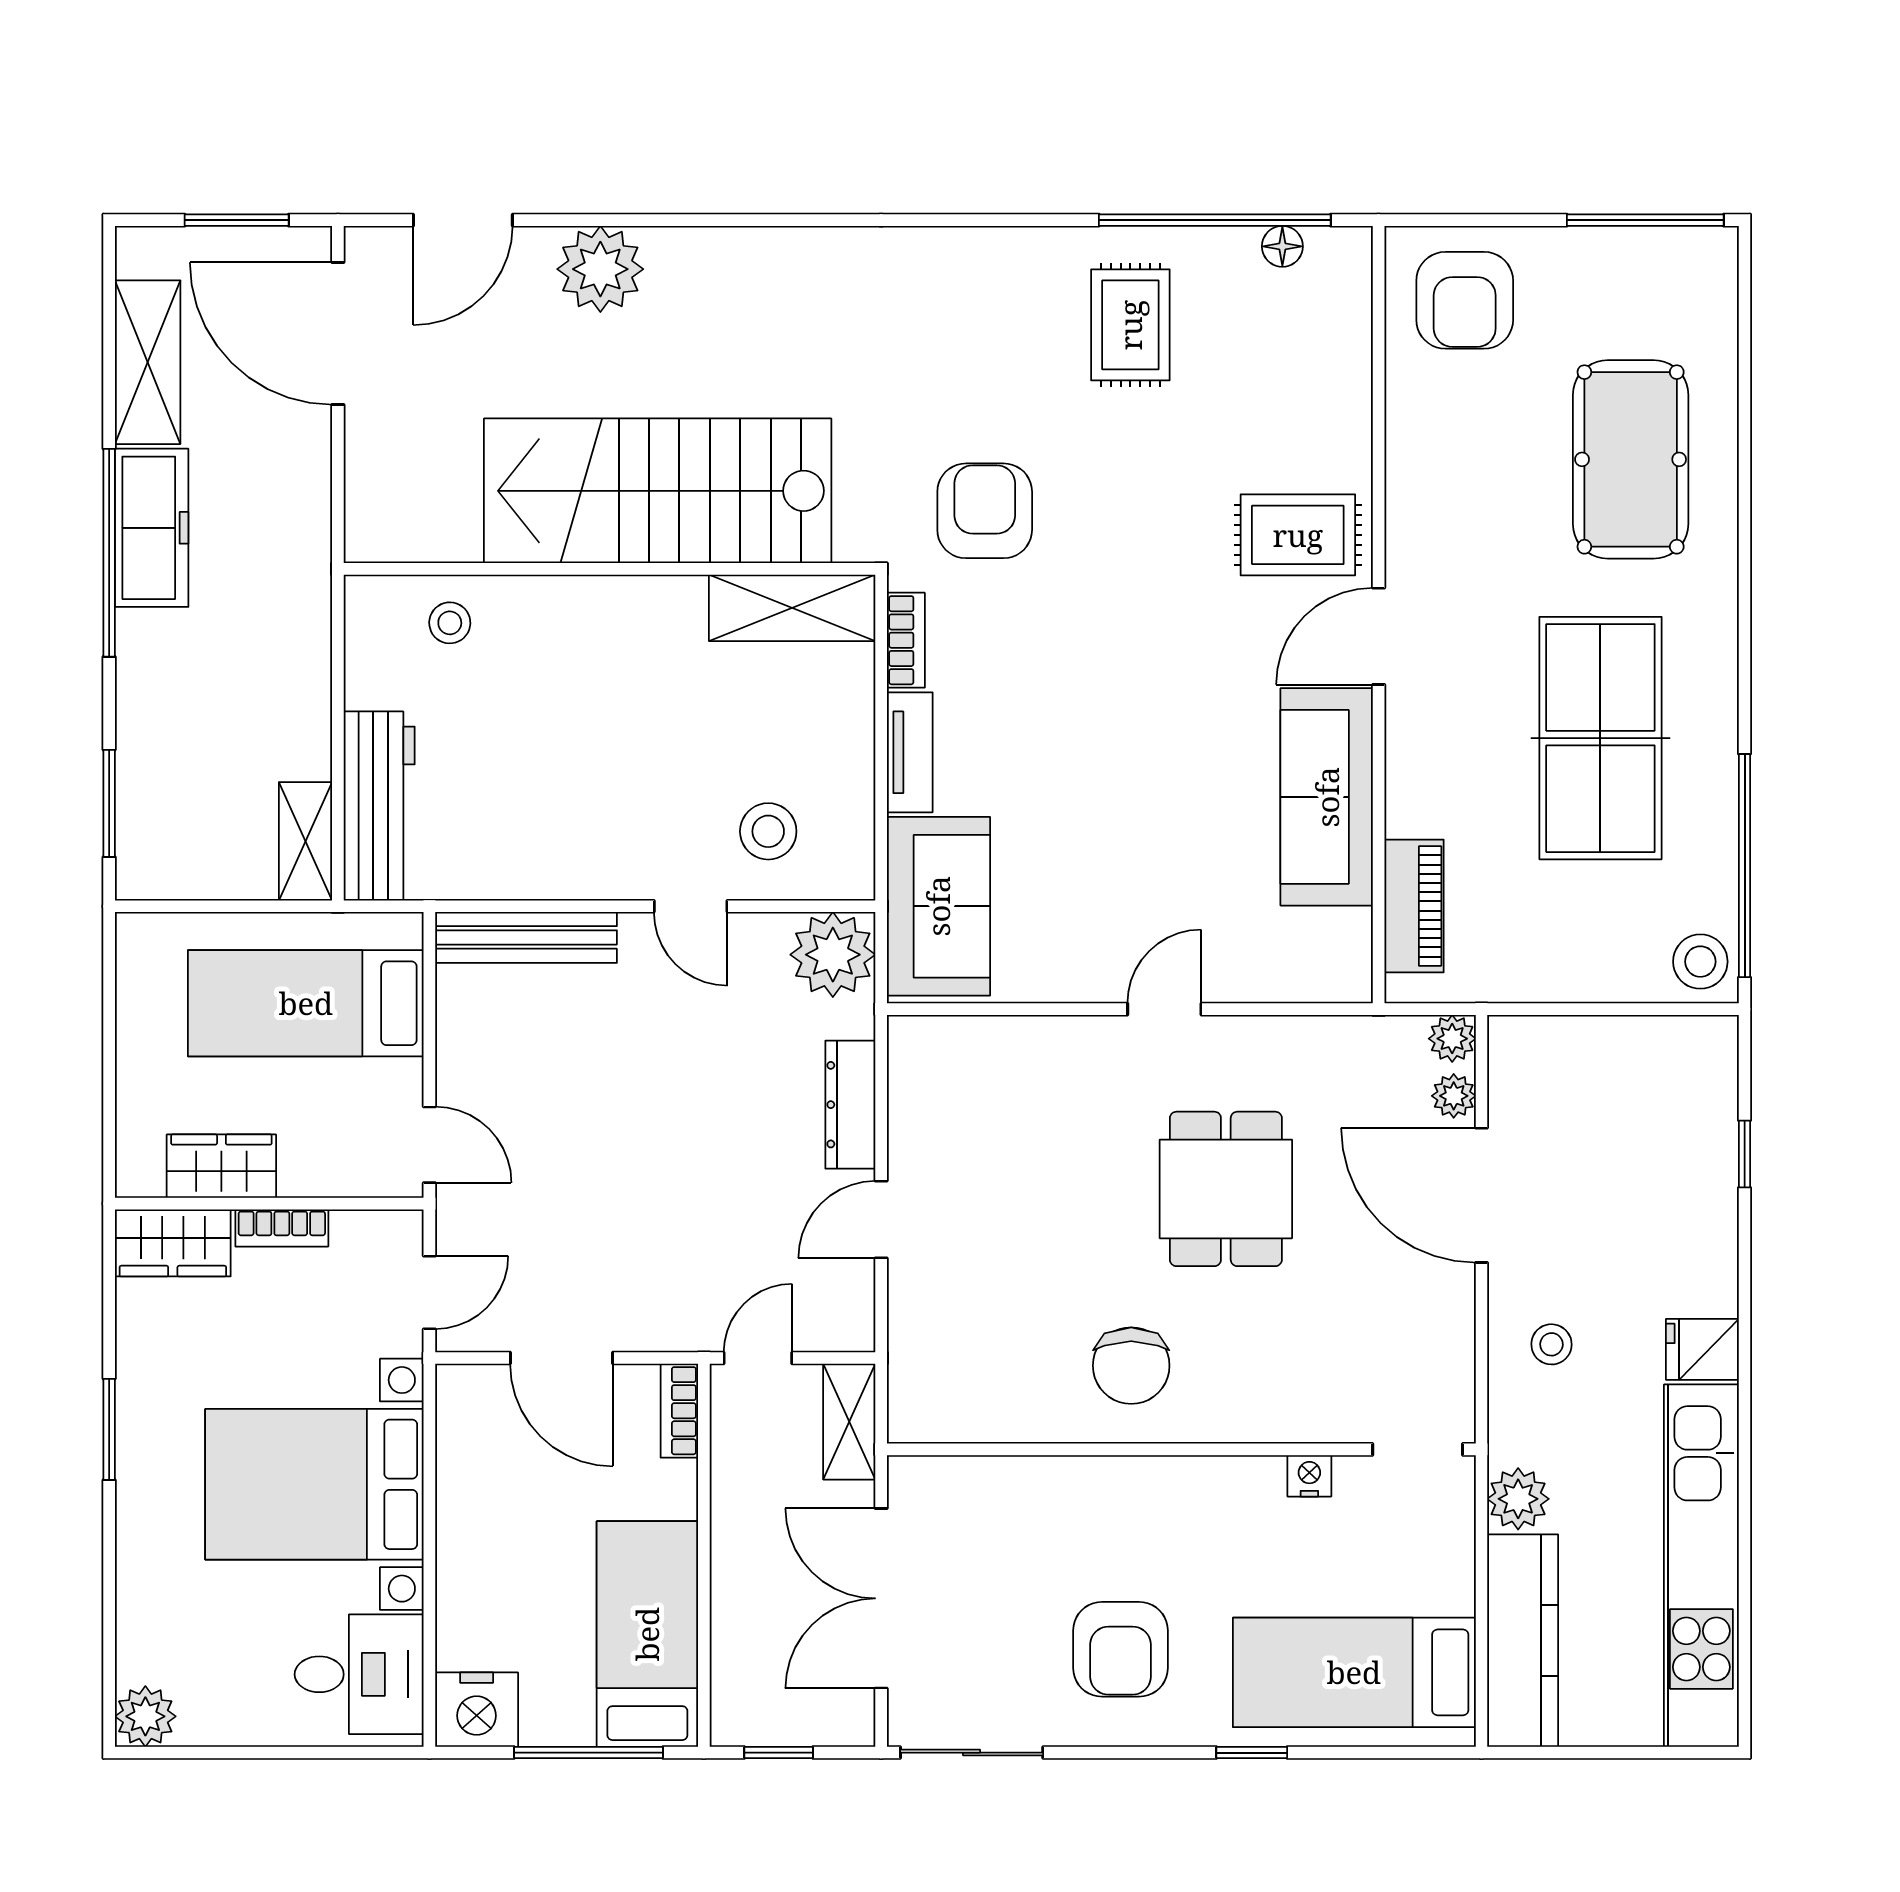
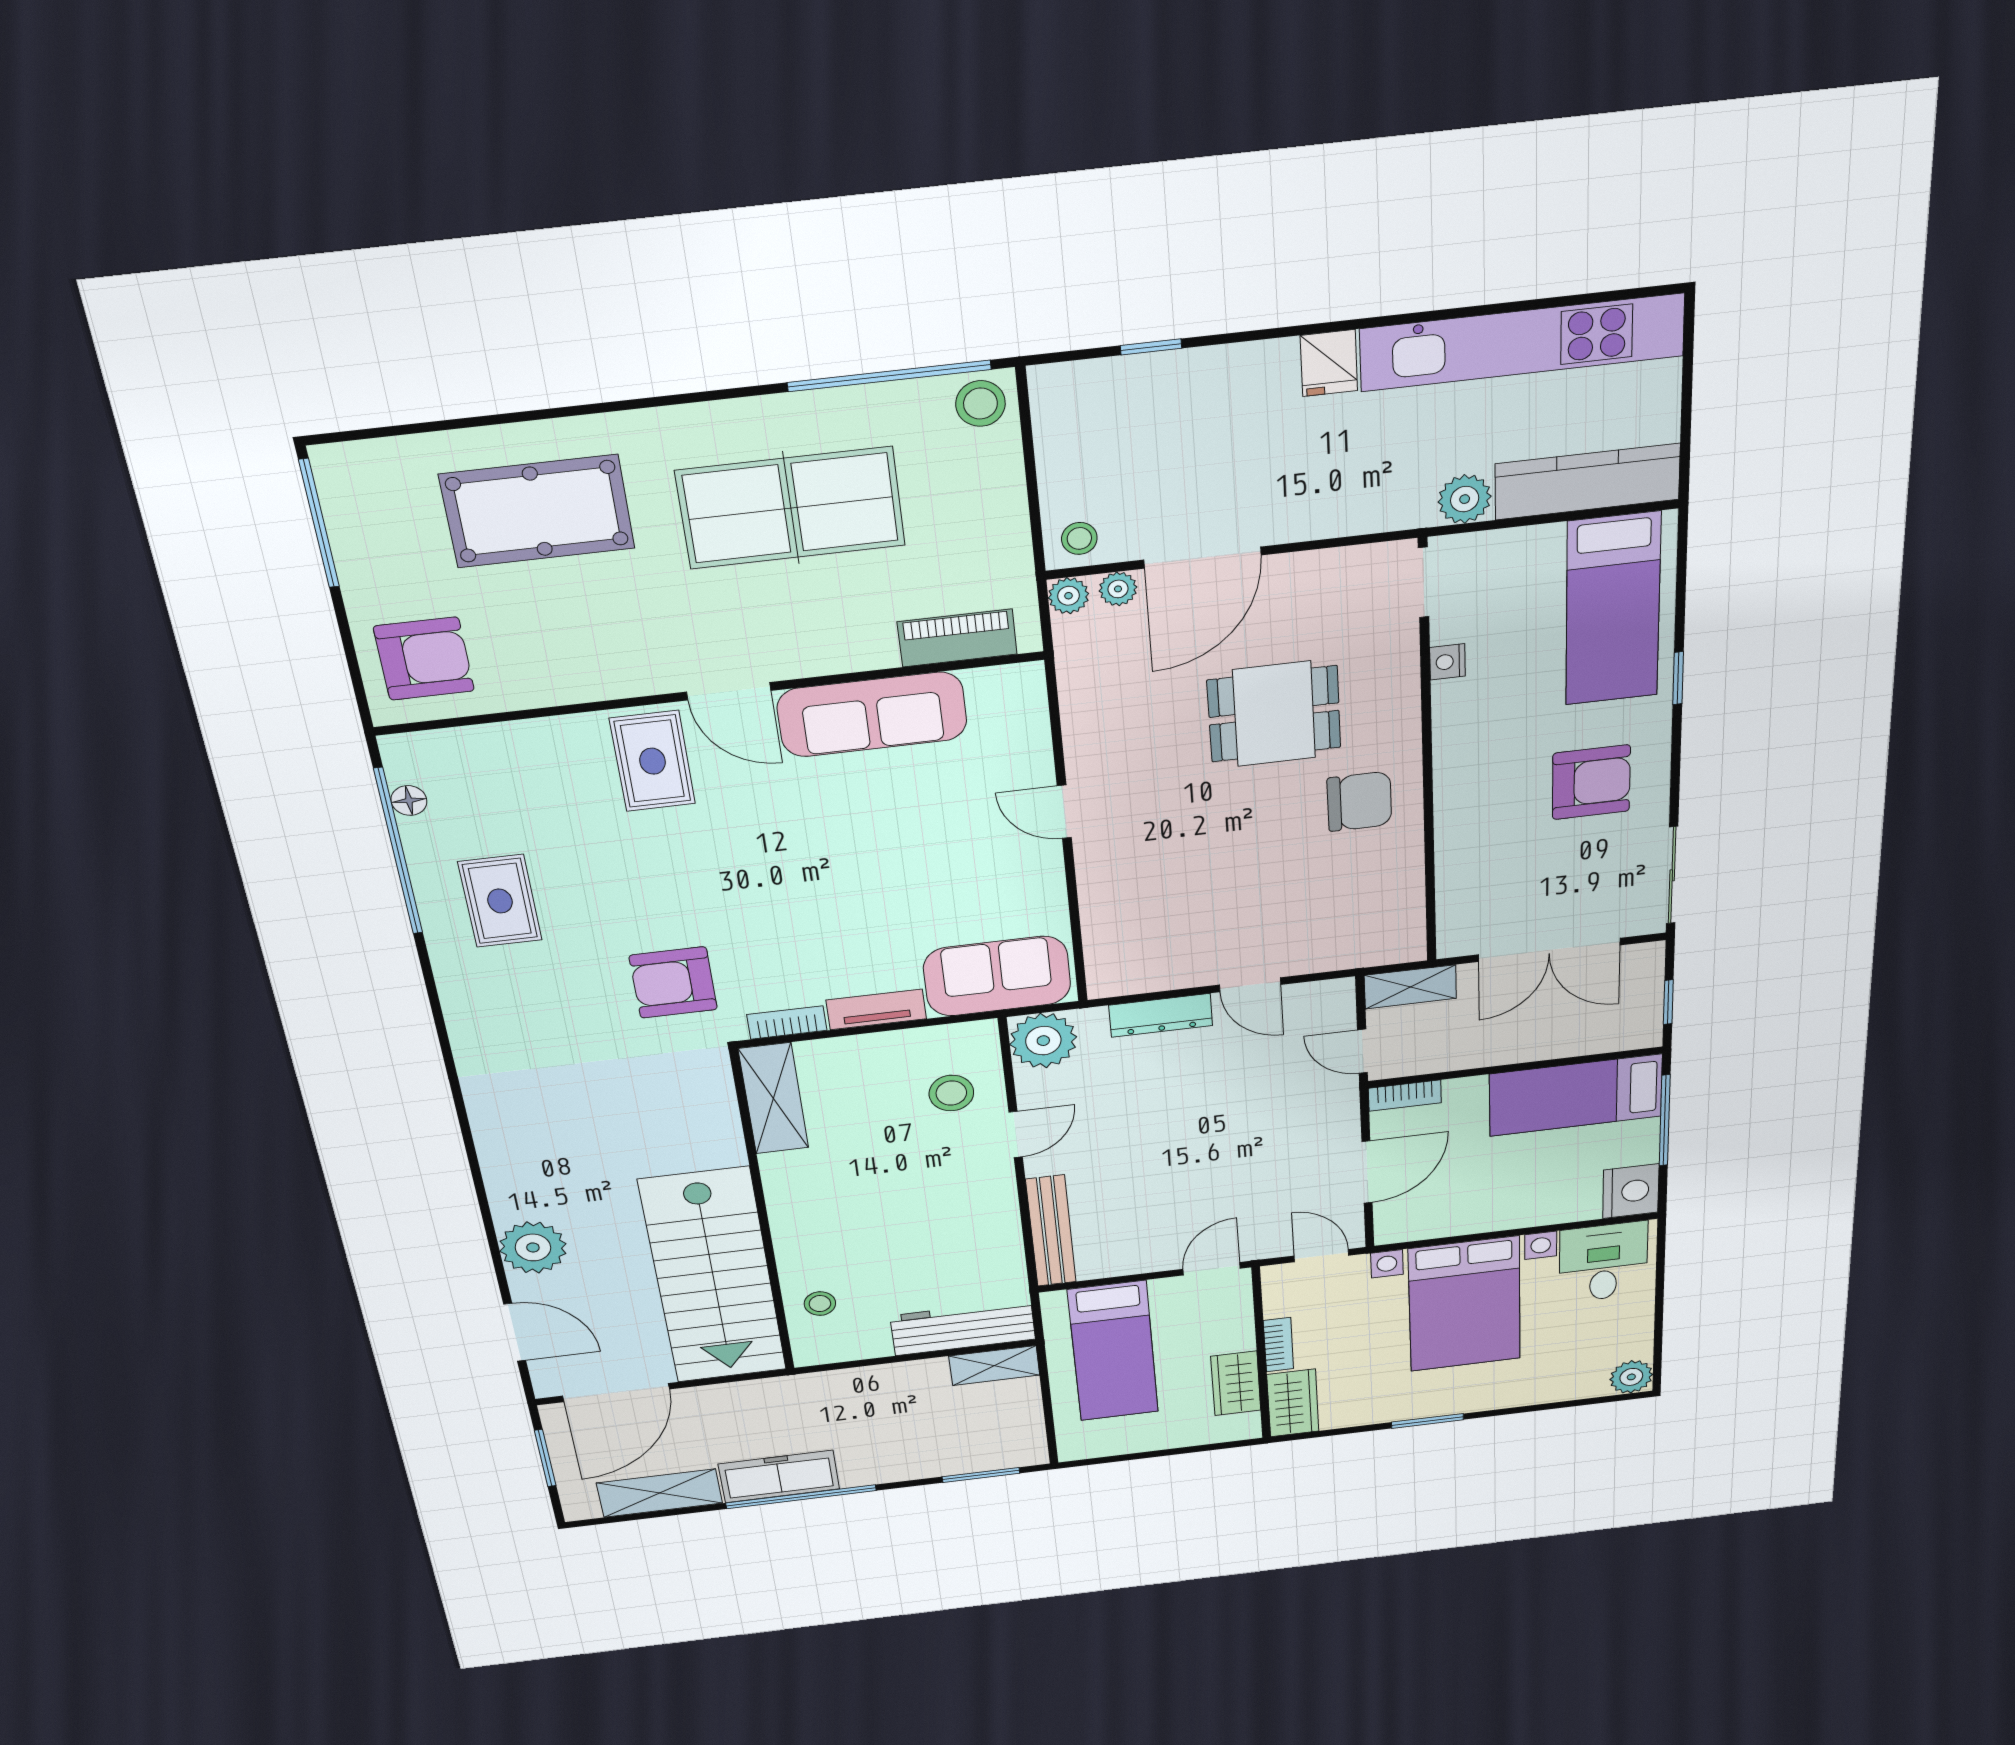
rug: (1130, 325) -> (500, 901), turned 90
stairs: (658, 491) -> (713, 1276), moved
dining table: (1226, 1189) -> (1274, 714), moved
stool: (1551, 1344) -> (1079, 538), moved

